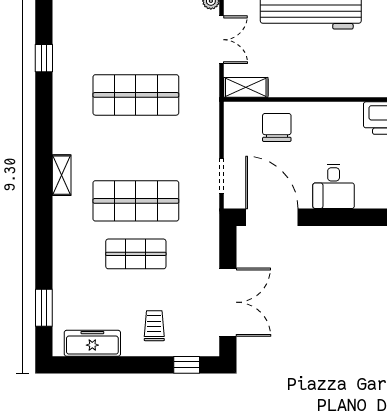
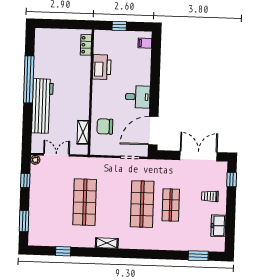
shelving: (246, 87) -> (83, 132), moved
shelving: (62, 175) -> (107, 243), moved
freezer: (92, 343) -> (218, 226), width x0.71

